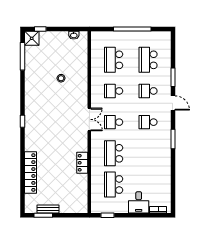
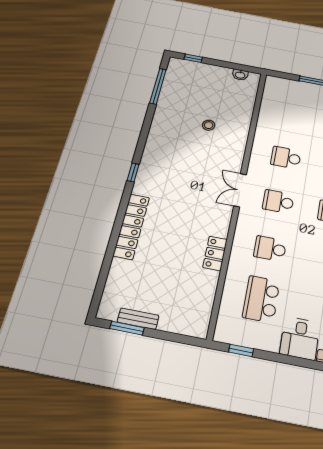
shower: (32, 38) -> (178, 67), removed
school desk: (114, 60) -> (293, 117), removed
double door: (89, 119) -> (240, 190), swing flipped
school desk: (114, 153) -> (270, 249), width x0.54
locker: (30, 173) -> (131, 226), moved

